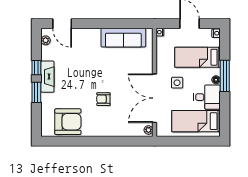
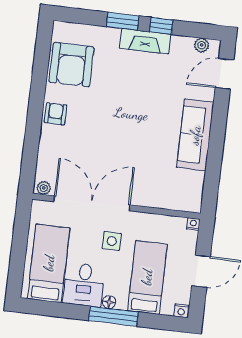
sofa: (123, 38) -> (195, 135), moved
armchair: (103, 99) -> (56, 114), moved

